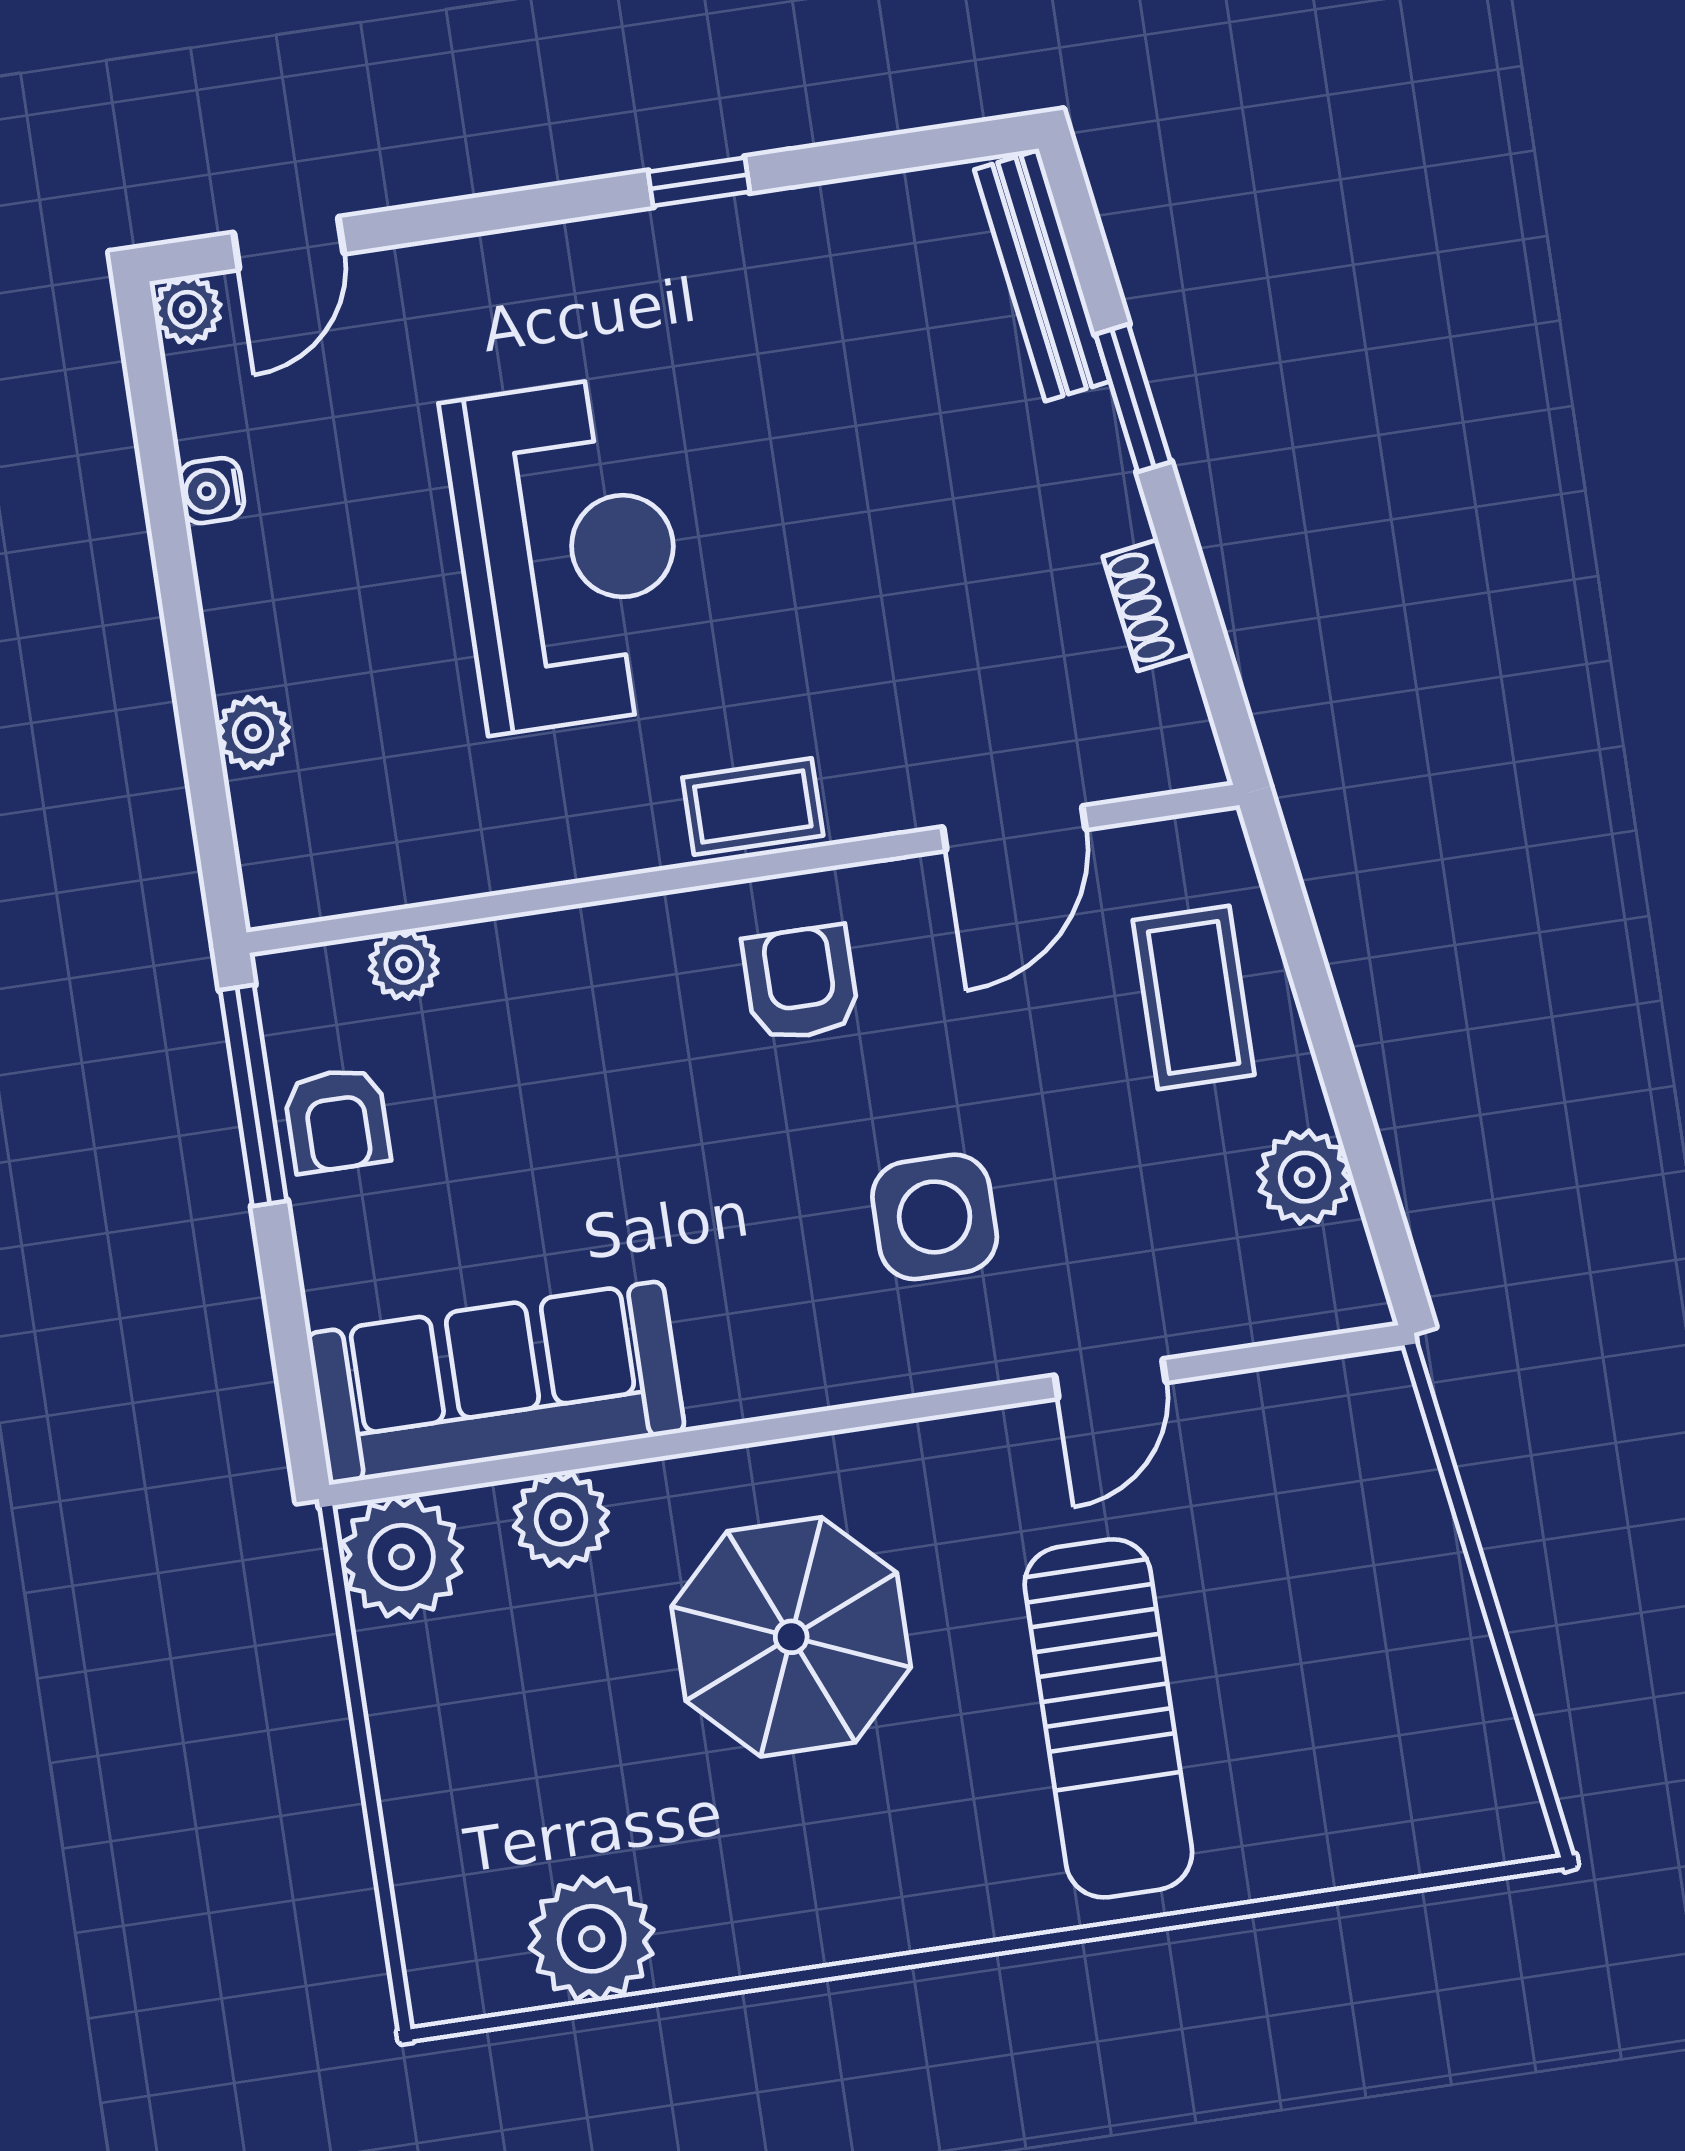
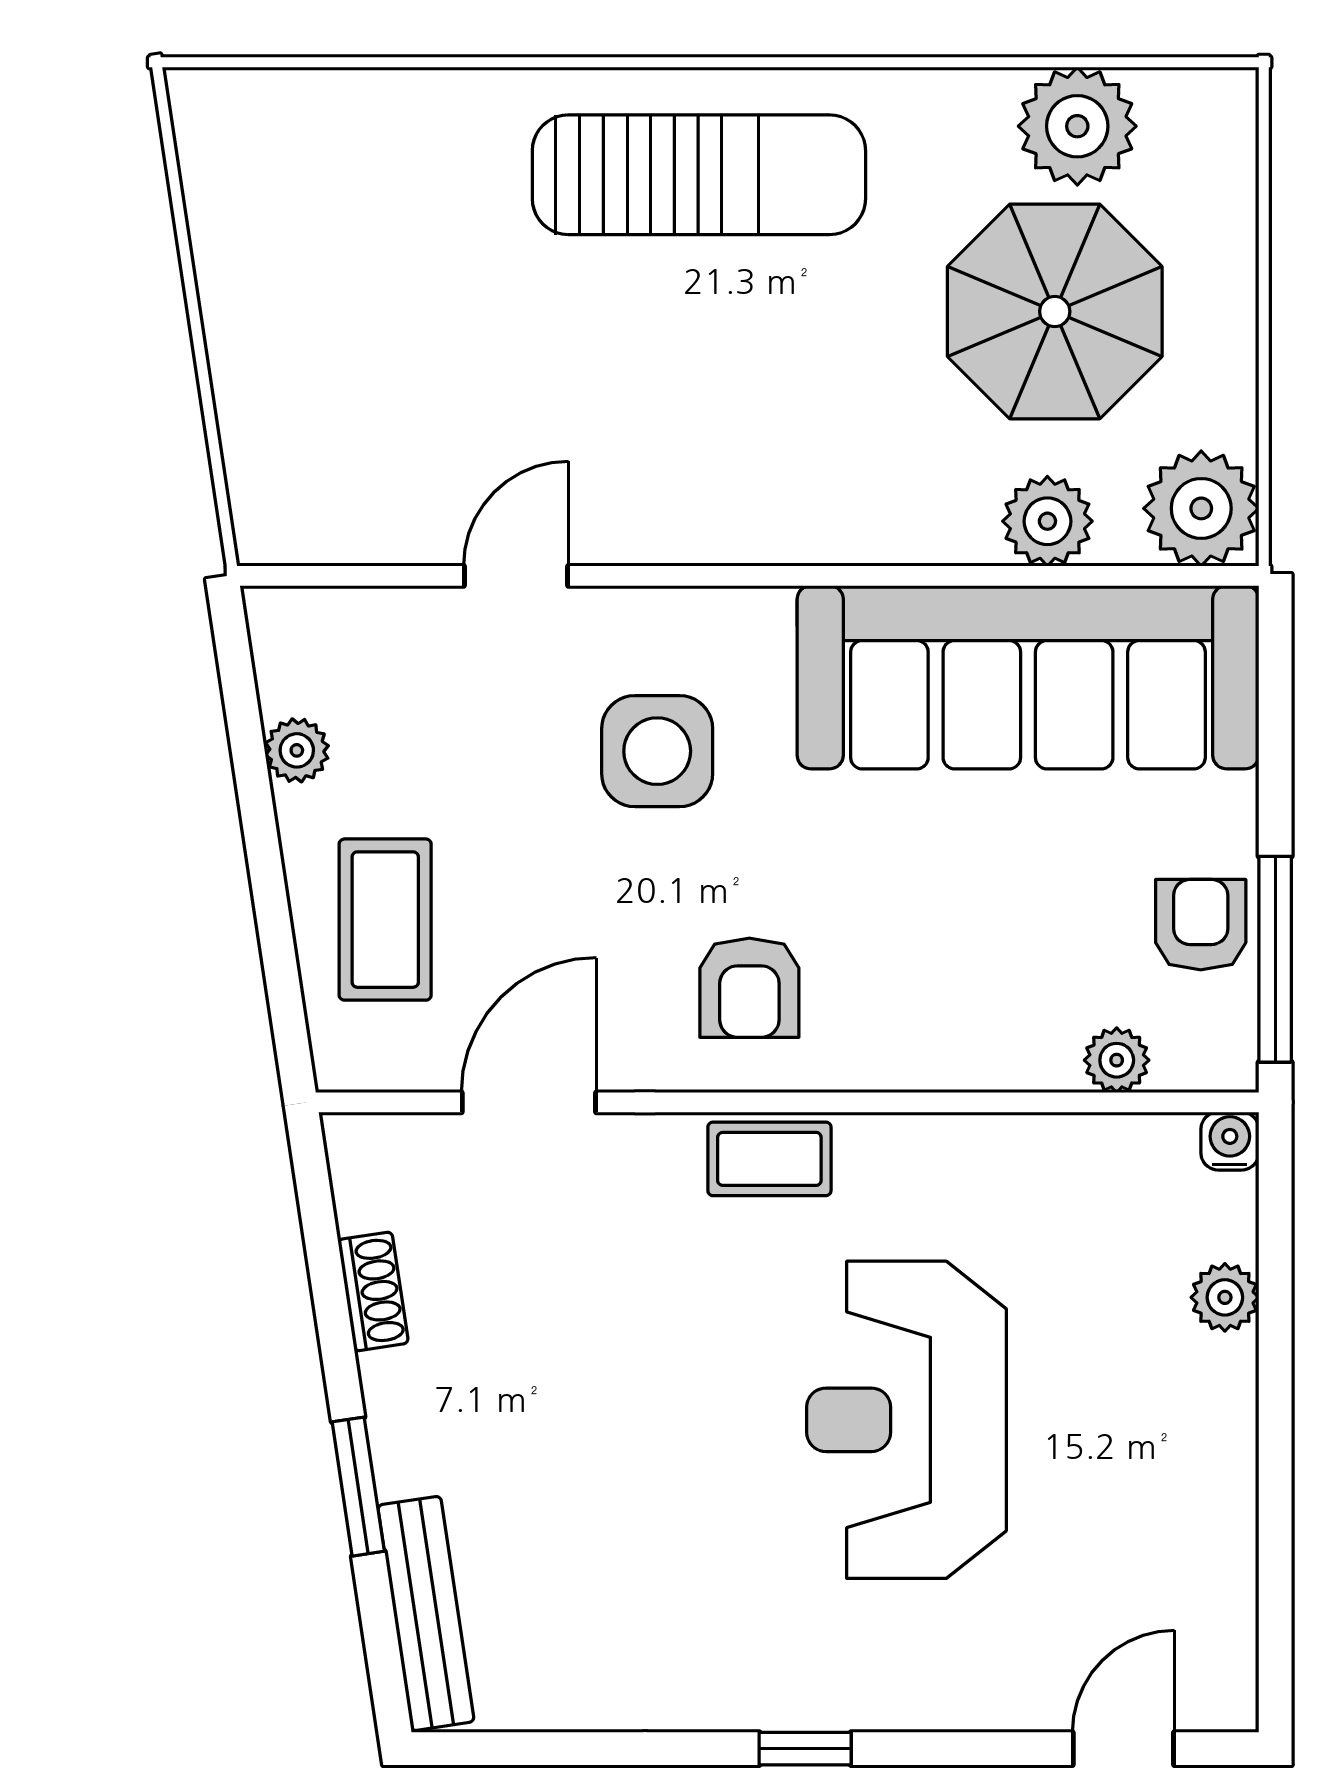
window: (699, 182) -> (805, 1749), moved
plant: (187, 310) -> (1227, 1701), removed
water cooler: (211, 491) -> (1230, 1141), moved, turned -90
plant: (1304, 1177) -> (297, 750), width x0.73, depth x0.73
sofa: (496, 1383) -> (1028, 677), width x1.36, depth x1.27
parasol: (791, 1637) -> (1055, 311), moved
sun lounger: (1108, 1718) -> (699, 175), moved, turned 90

